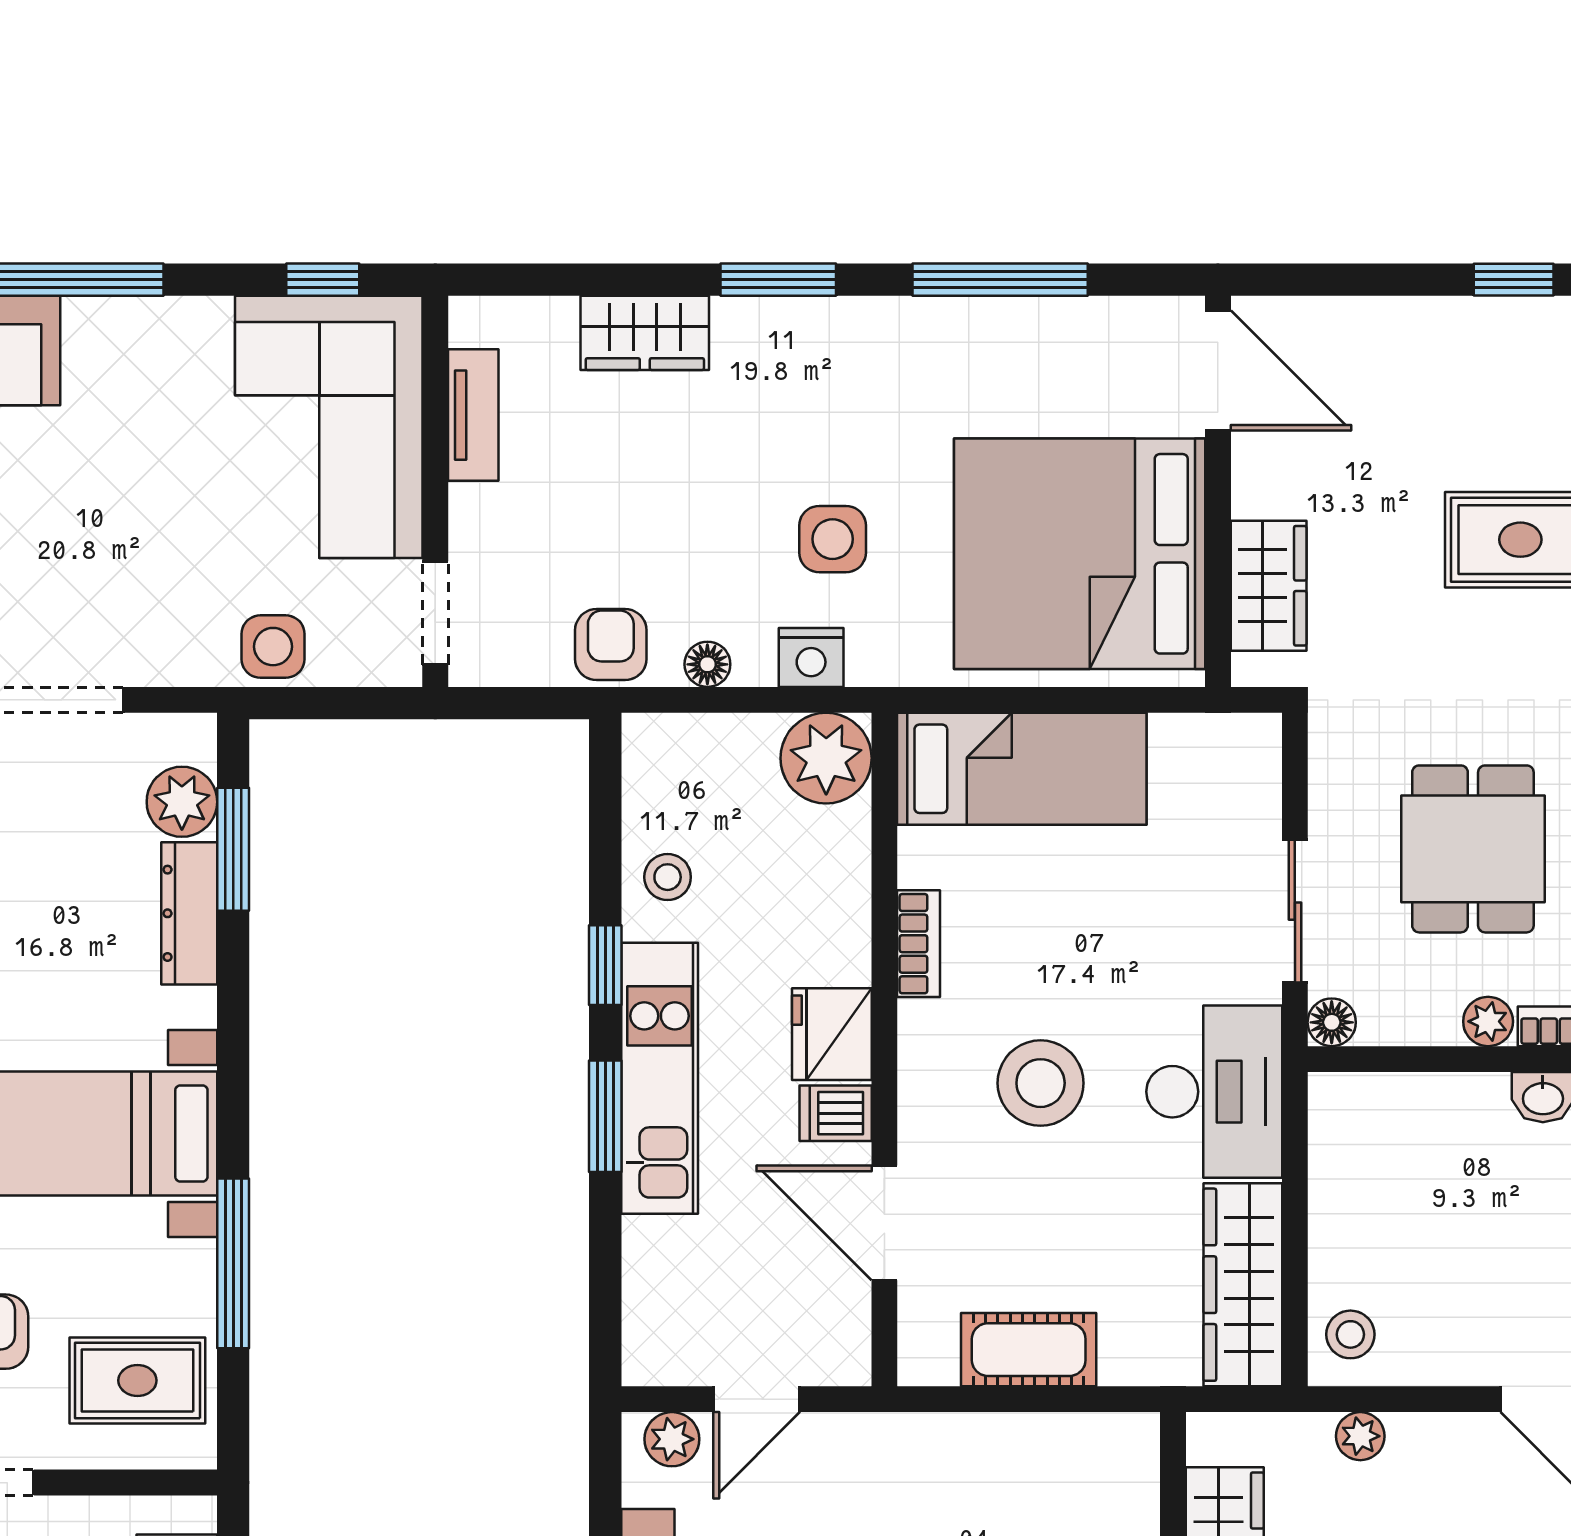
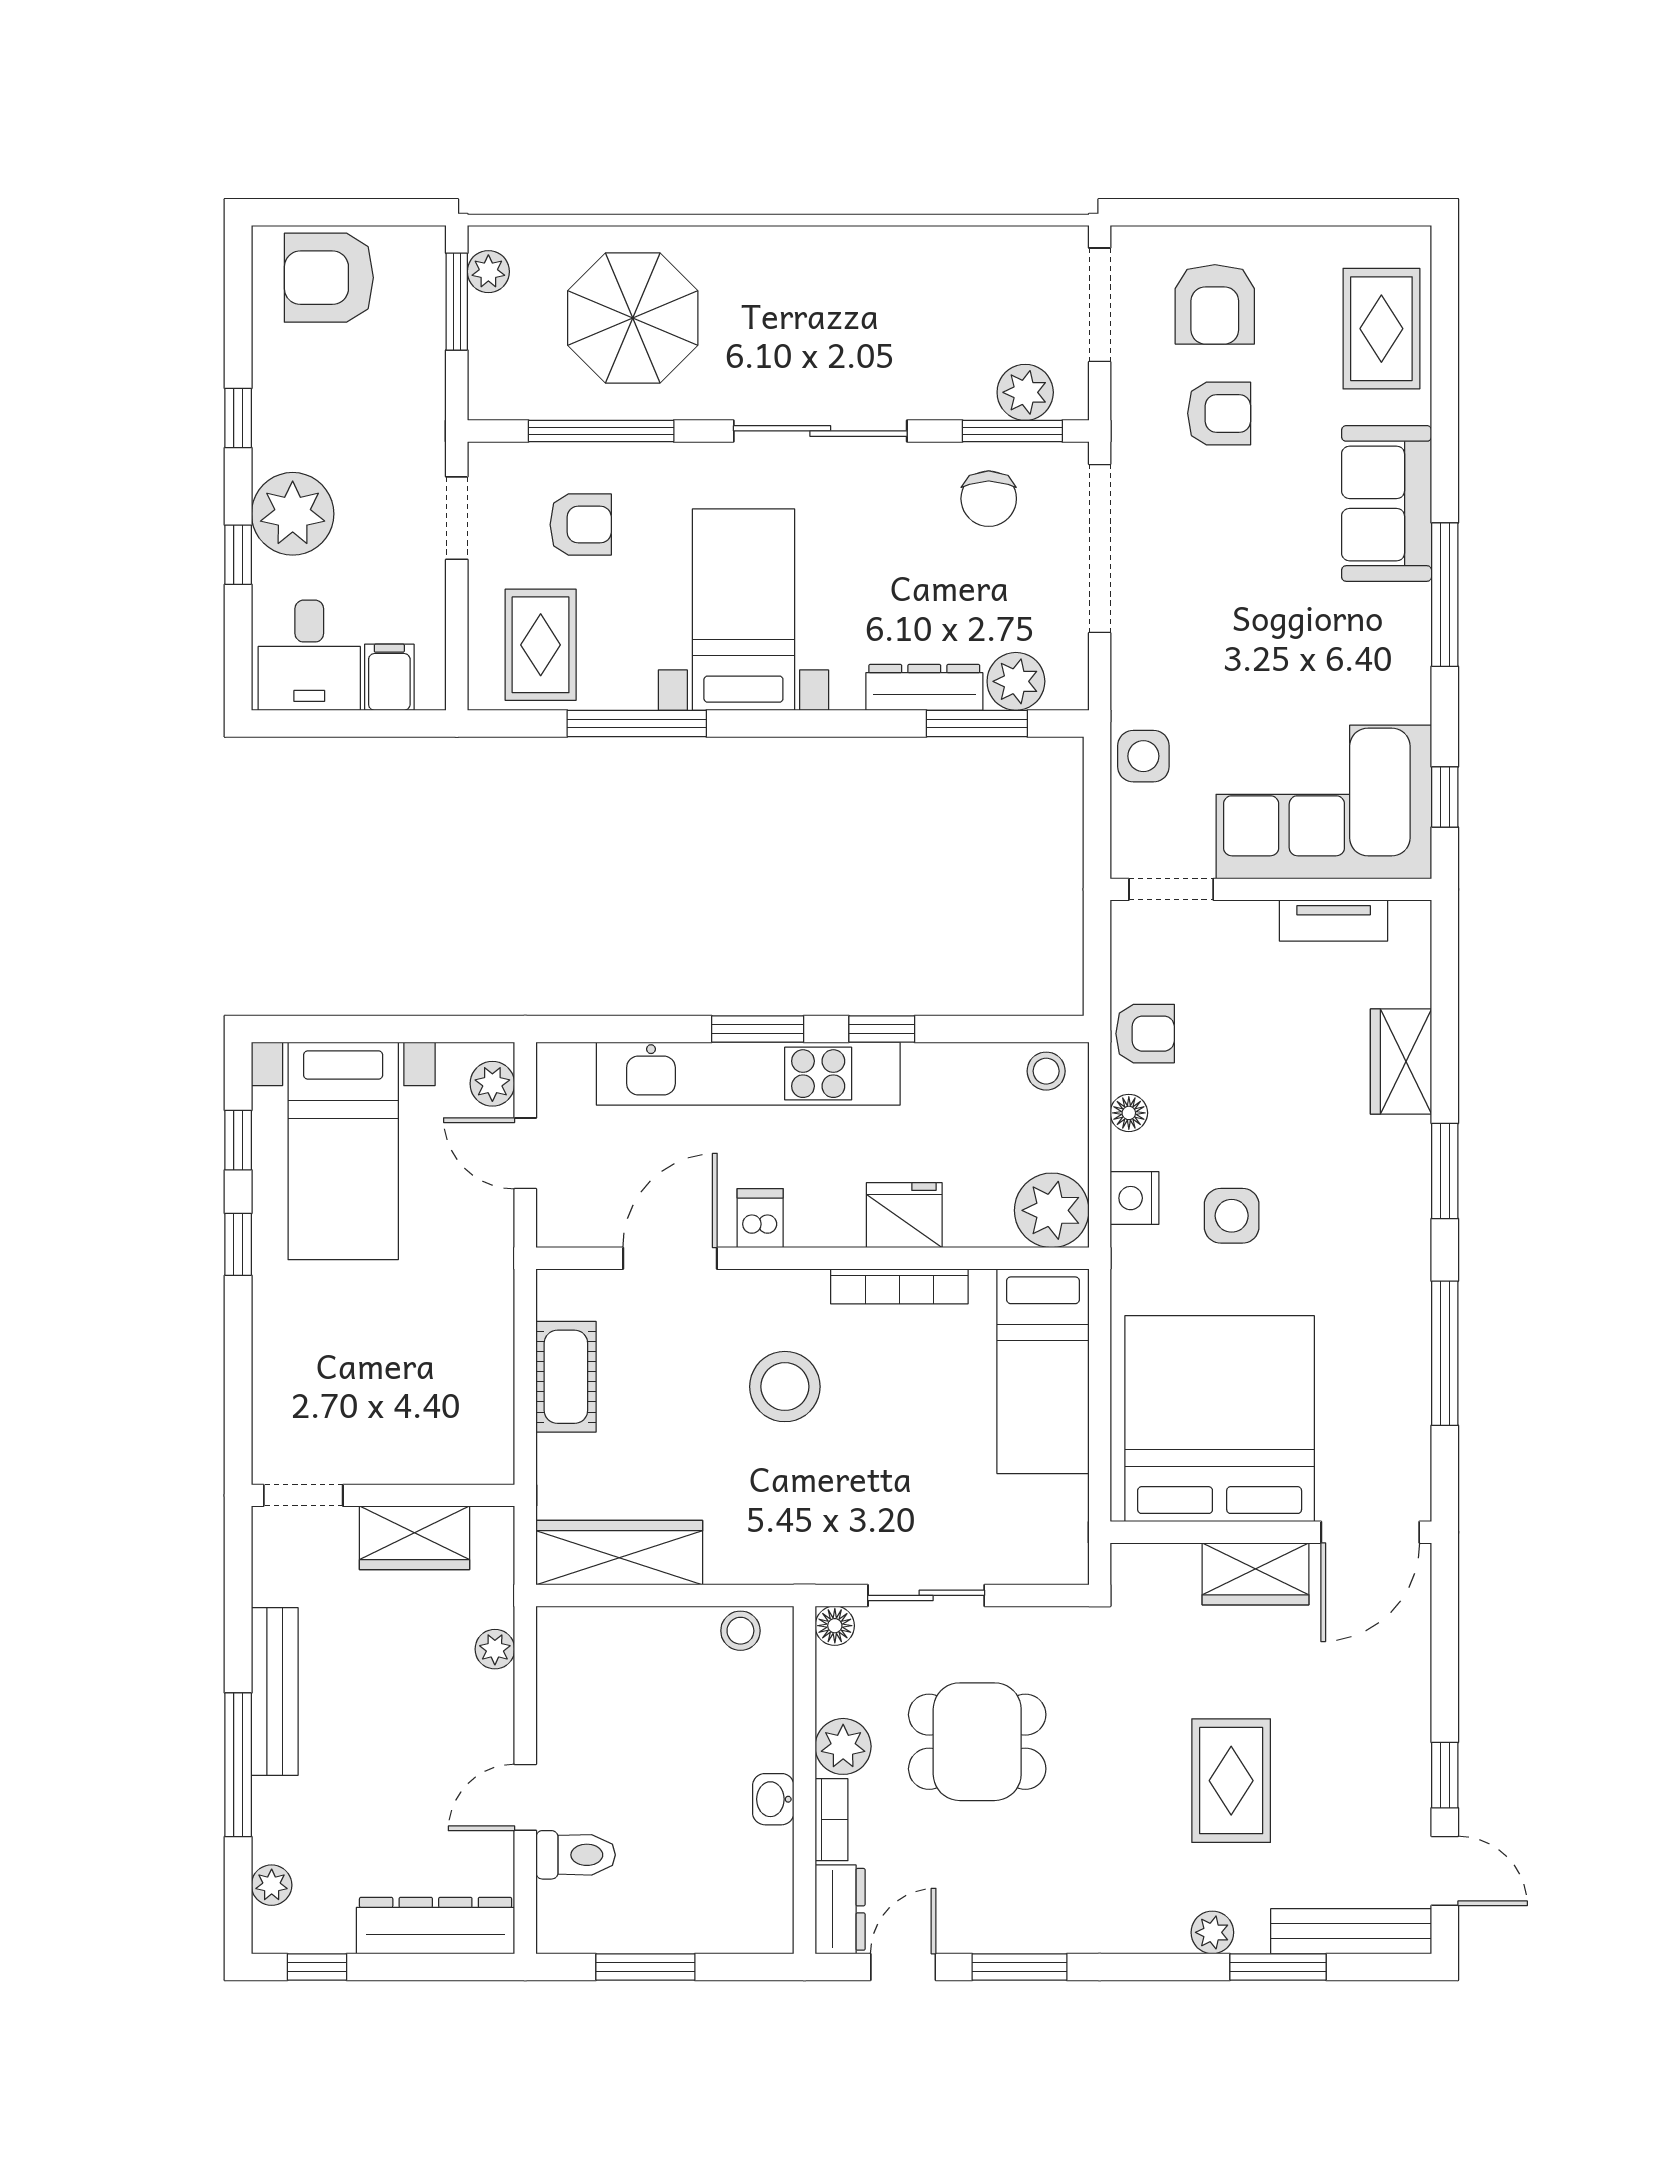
wardrobe: (1269, 586) -> (1255, 1574), moved
stool: (668, 877) -> (1046, 1071), moved
bookcase: (919, 944) -> (899, 1286), width x1.56
plant: (1488, 1021) -> (843, 1746), width x1.38, depth x1.38
fridge: (832, 1034) -> (904, 1215), moved
kitchen unit: (660, 1078) -> (748, 1074), width x1.36
desk: (1214, 1092) -> (778, 1529), removed
stool: (1350, 1334) -> (740, 1631), moved

